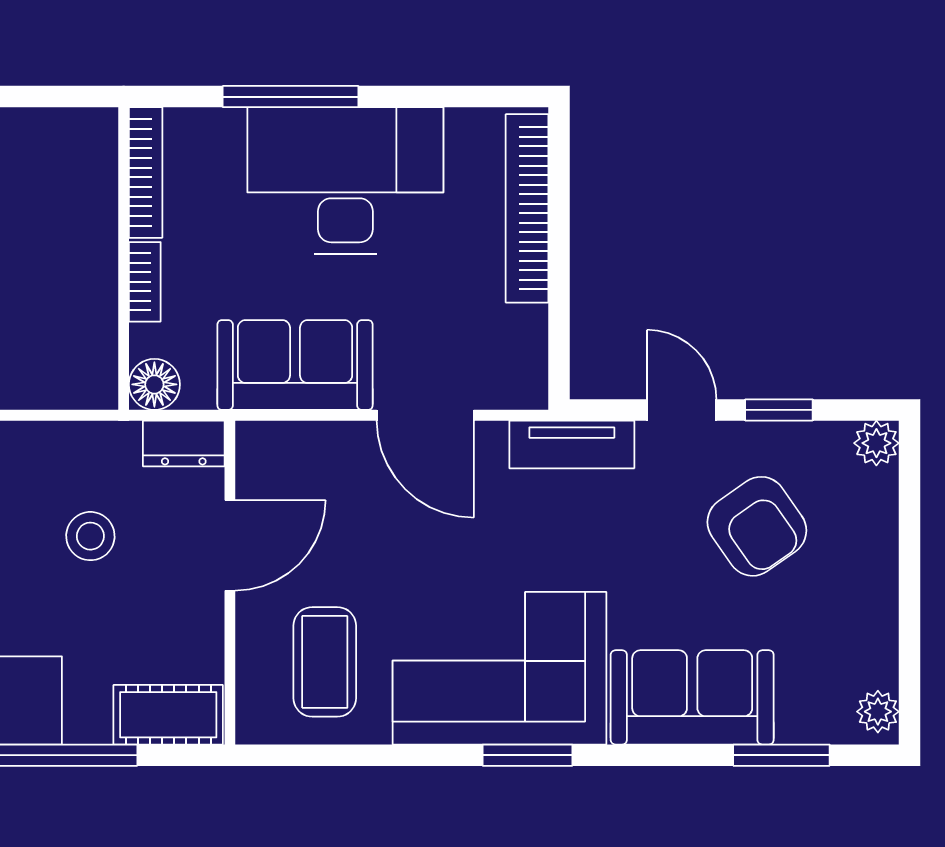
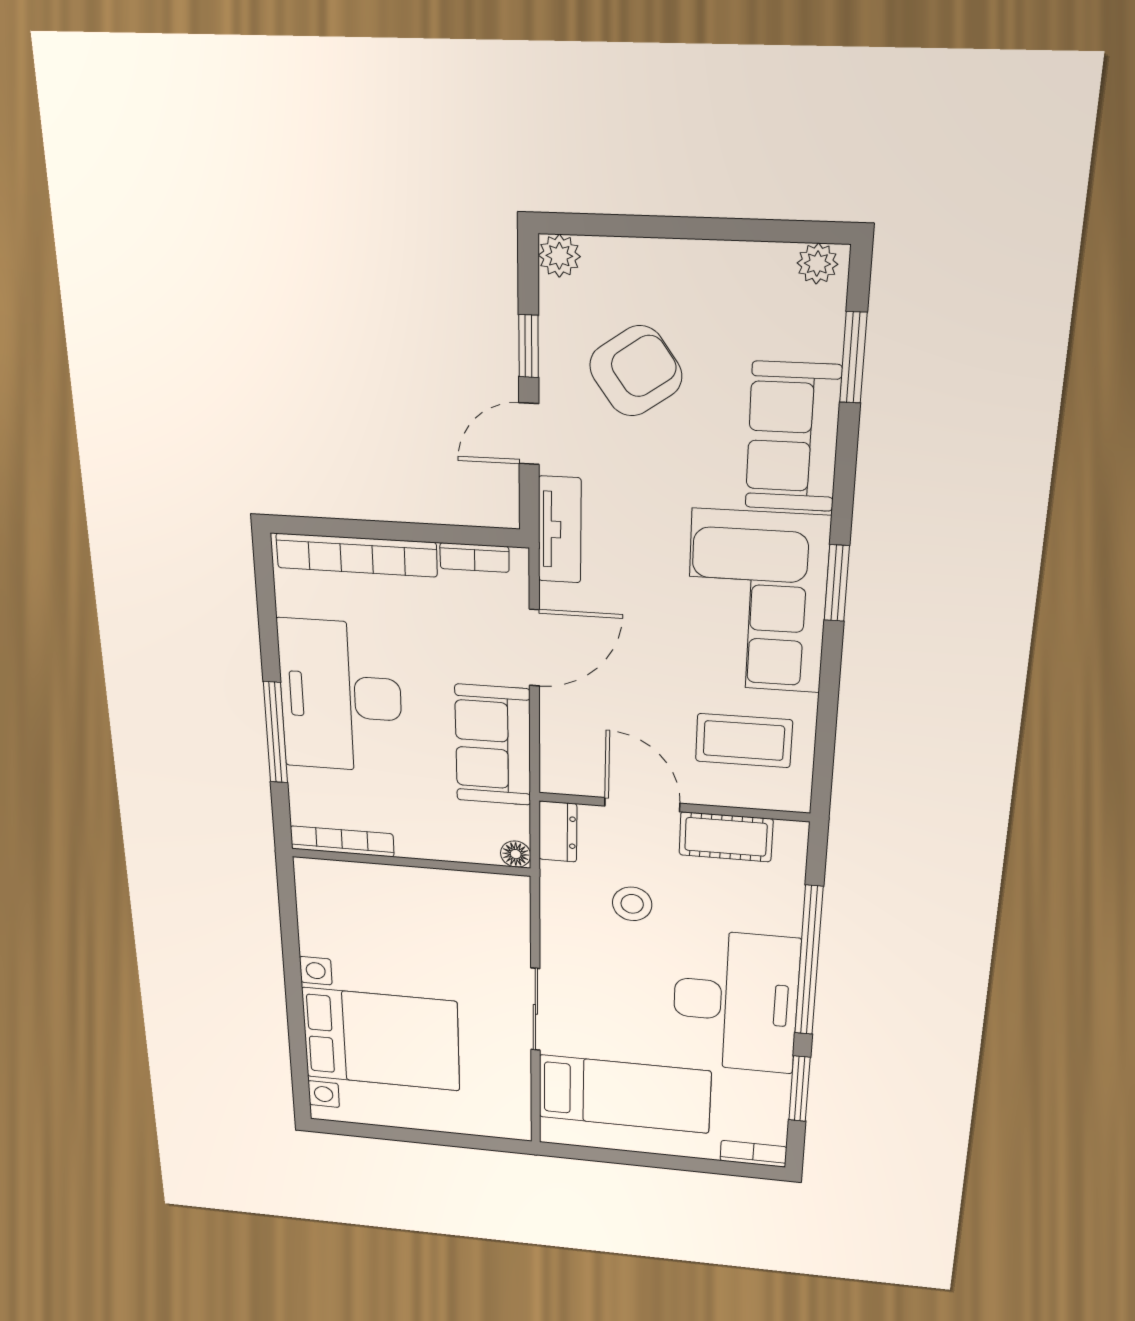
bookcase: (145, 282) -> (474, 558), moved, turned 180
floor lamp: (154, 384) -> (516, 854), width x0.73, depth x0.73
cot: (168, 715) -> (726, 837), moved, turned 90

